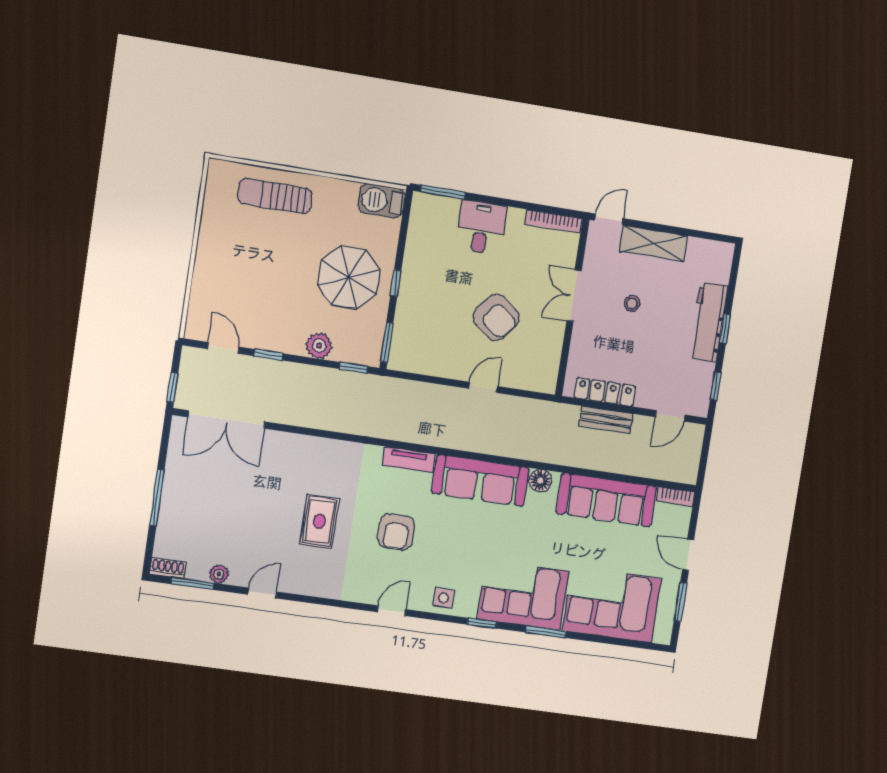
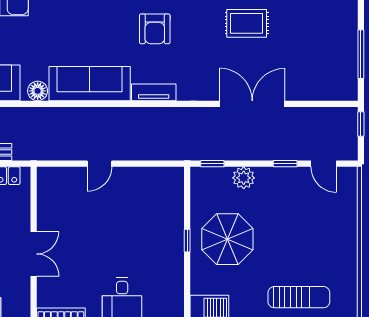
armchair: (496, 317) -> (98, 225), removed
window: (387, 342) -> (187, 189), removed
double door: (227, 419) -> (252, 104), moved
window: (157, 498) -> (361, 54), moved
rug: (319, 521) -> (247, 23), moved, turned 90
armchair: (396, 532) -> (155, 29), turned 180

